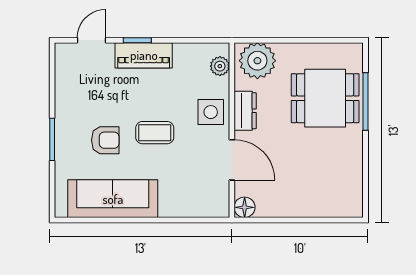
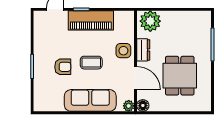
piano: (144, 55) -> (91, 20), width x1.37, depth x1.33
plant: (220, 66) -> (129, 106), moved
dining table: (325, 98) -> (180, 76), moved, turned 90
sofa: (113, 199) -> (90, 100), moved

